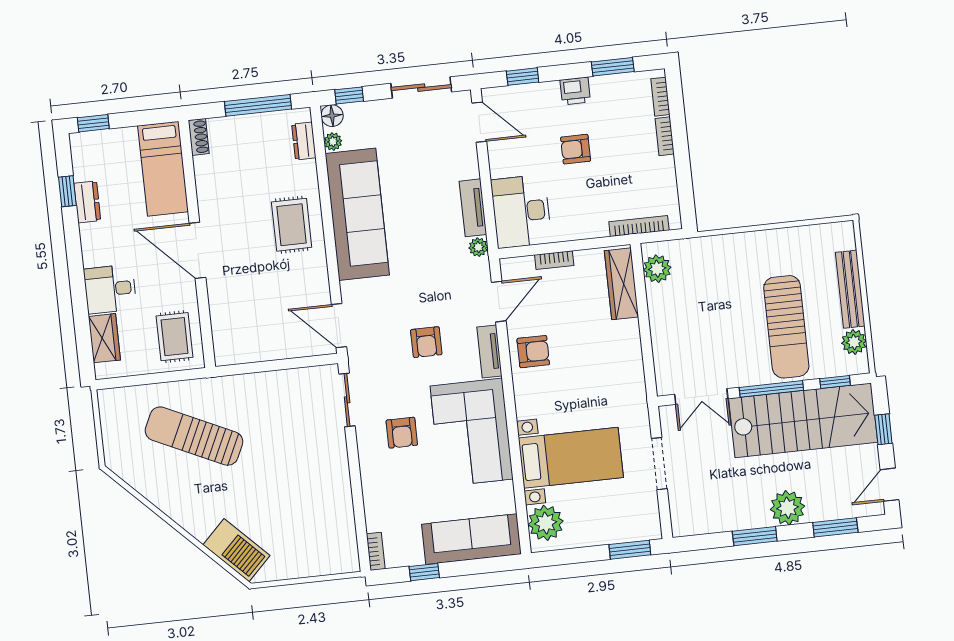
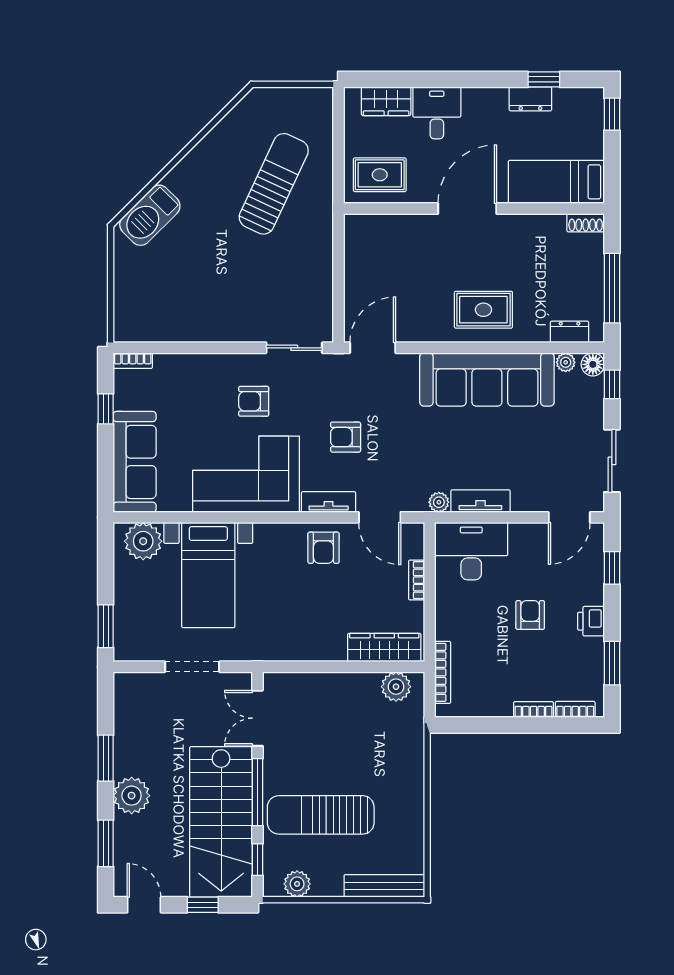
bench: (850, 289) -> (384, 886), moved

